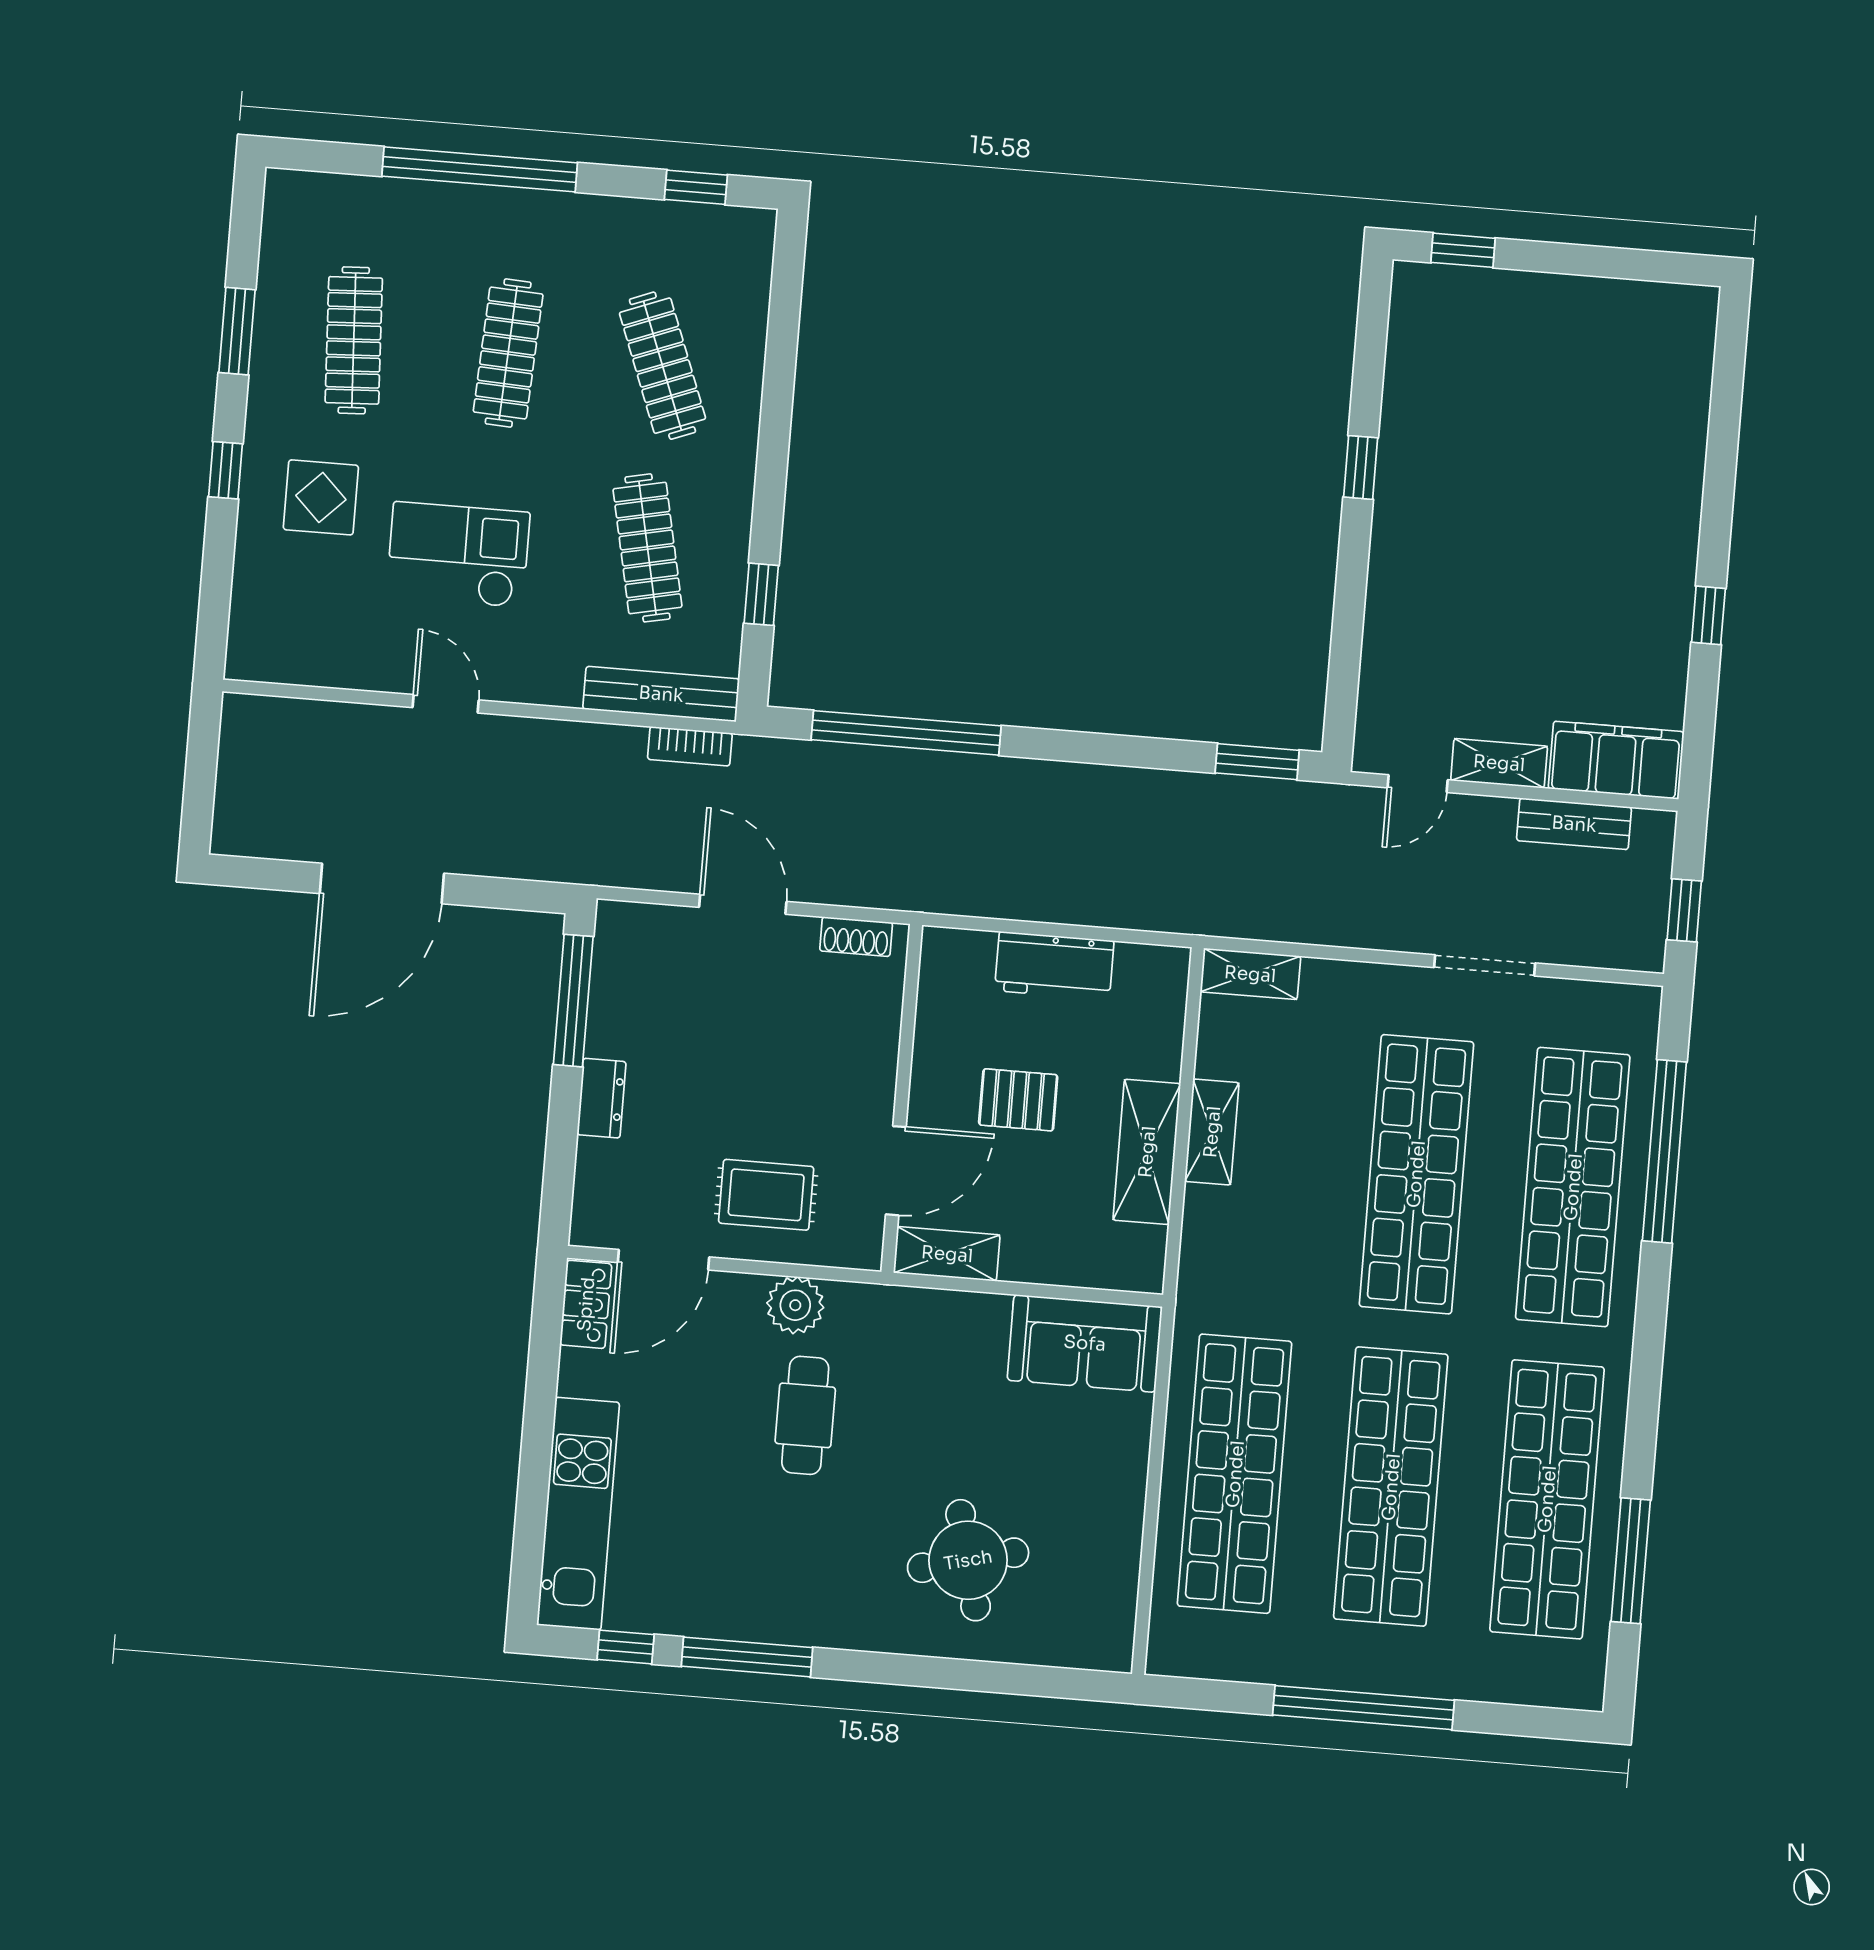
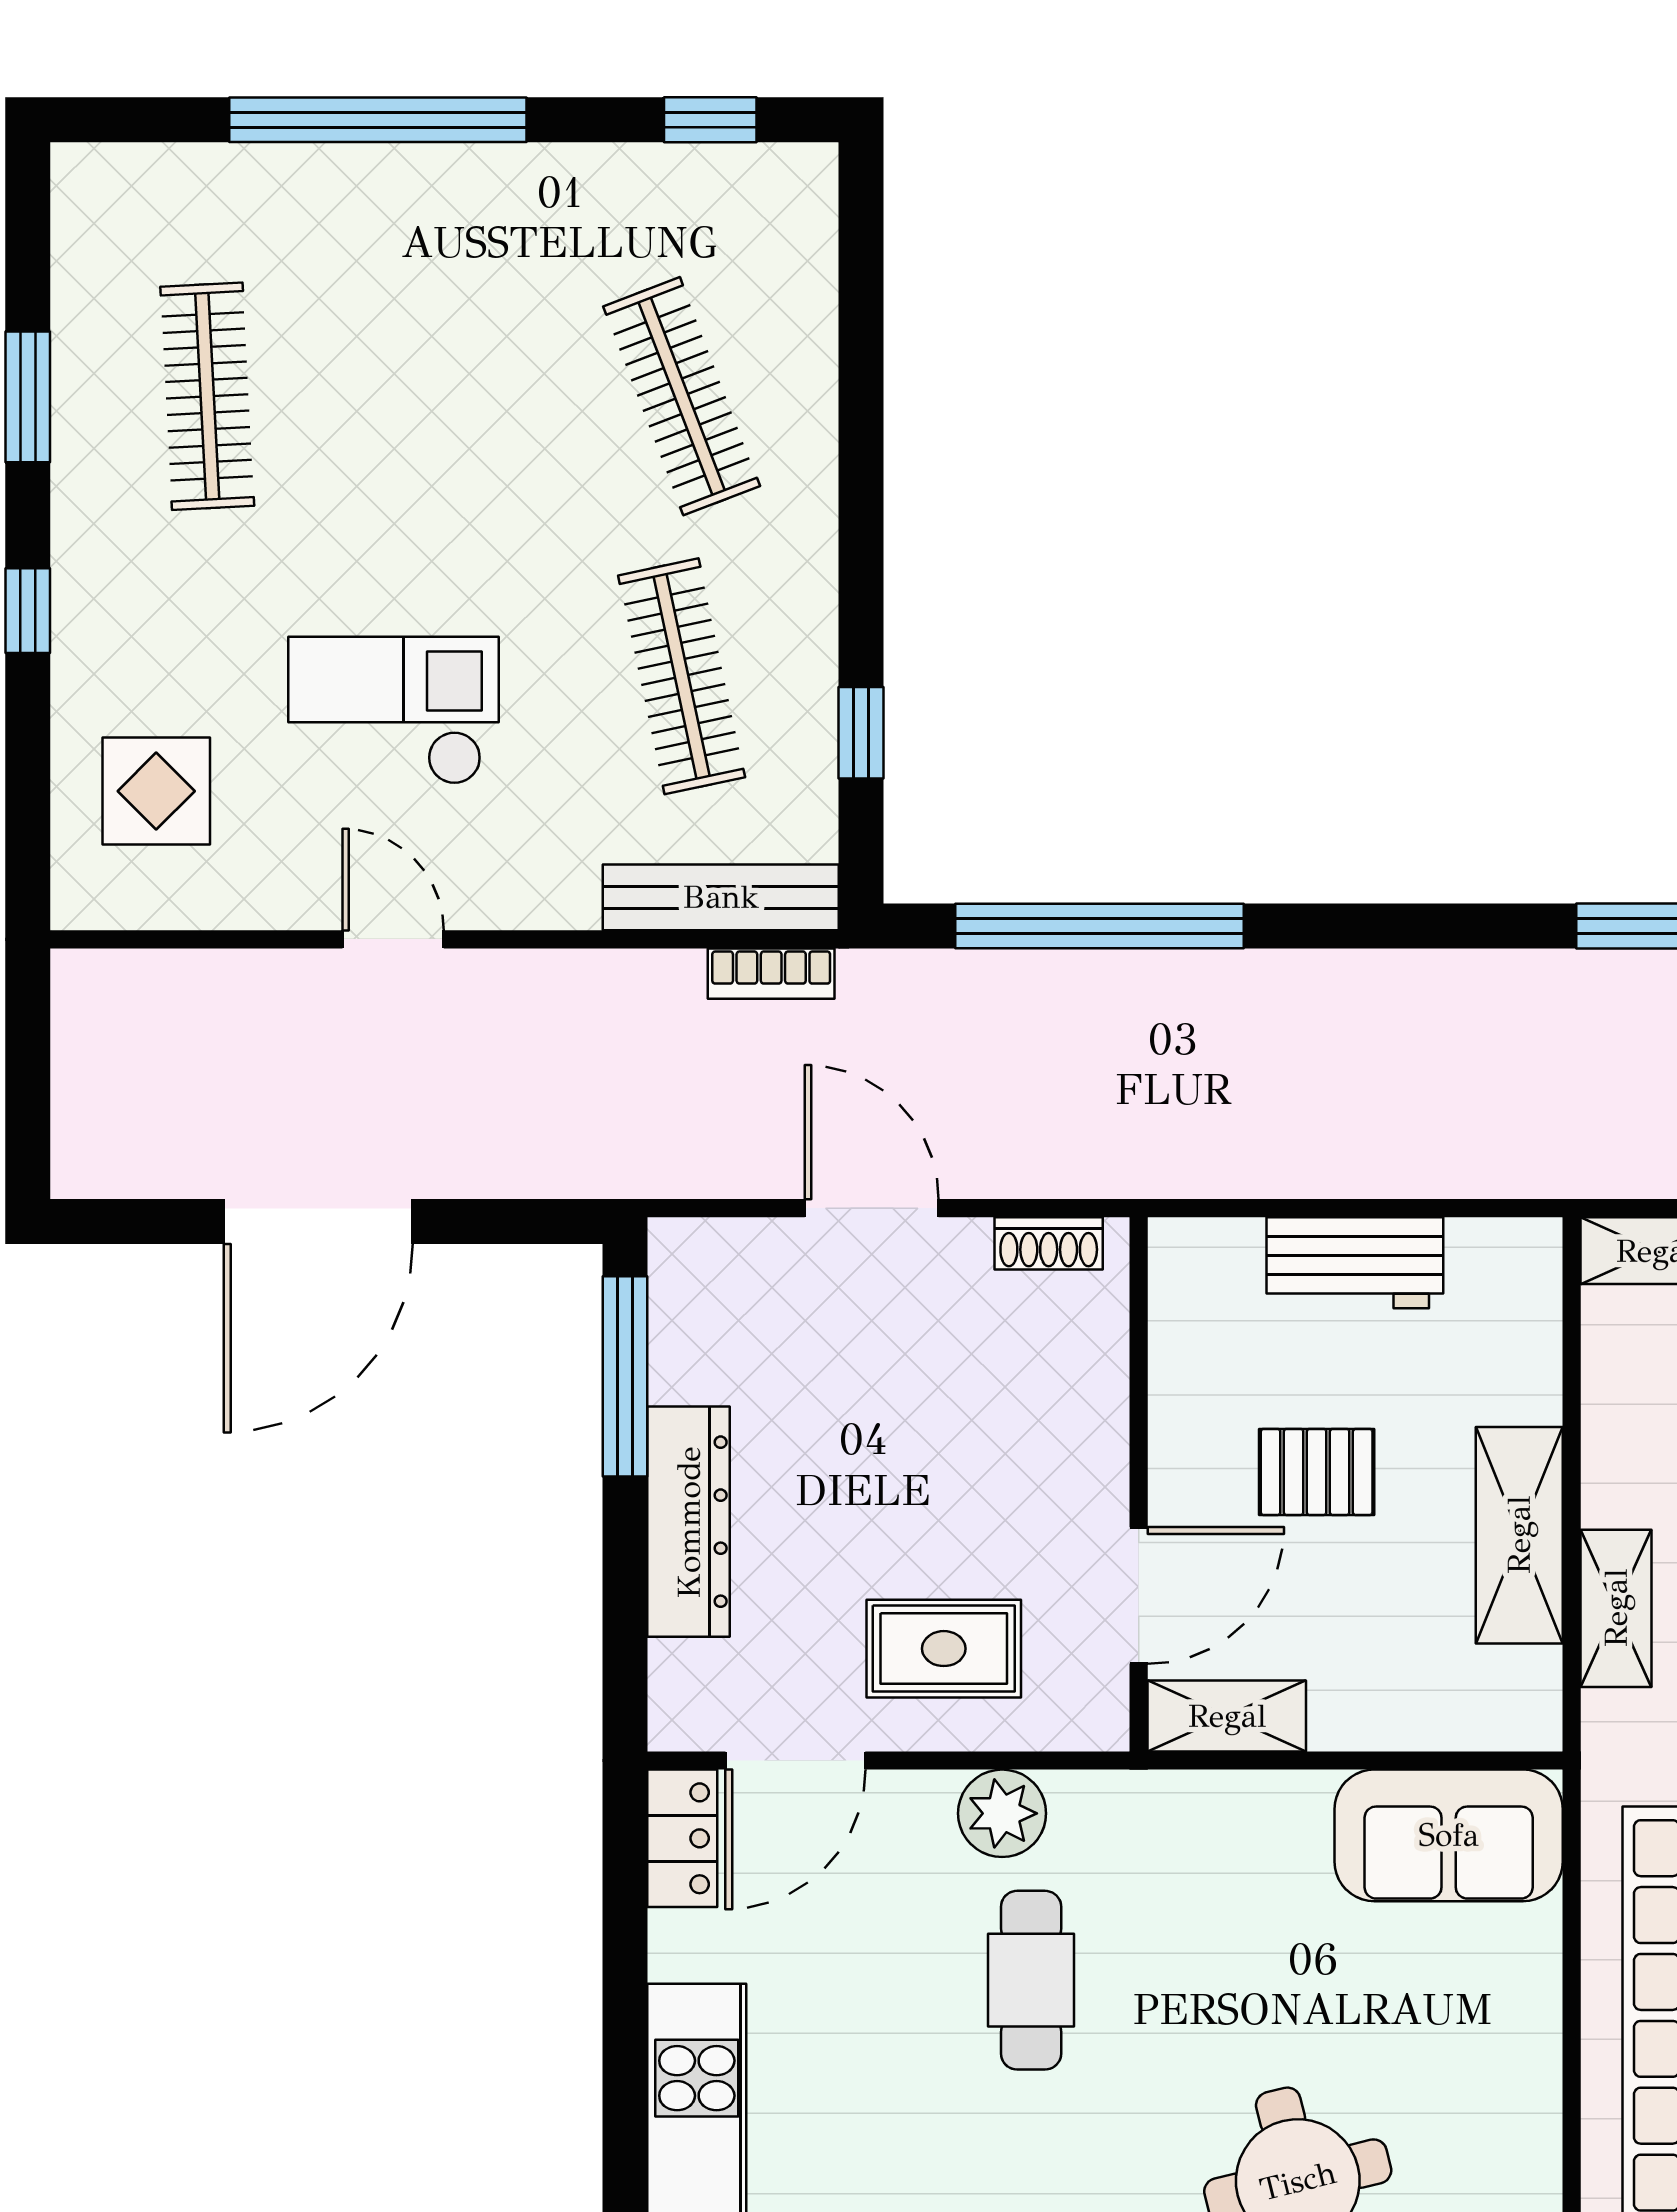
clothes rail: (508, 353) -> (444, 396), removed
display table: (321, 497) -> (156, 791), moved
dresser: (602, 1098) -> (689, 1522), width x1.96, depth x1.24
shelving: (1212, 1132) -> (1616, 1608), moved

